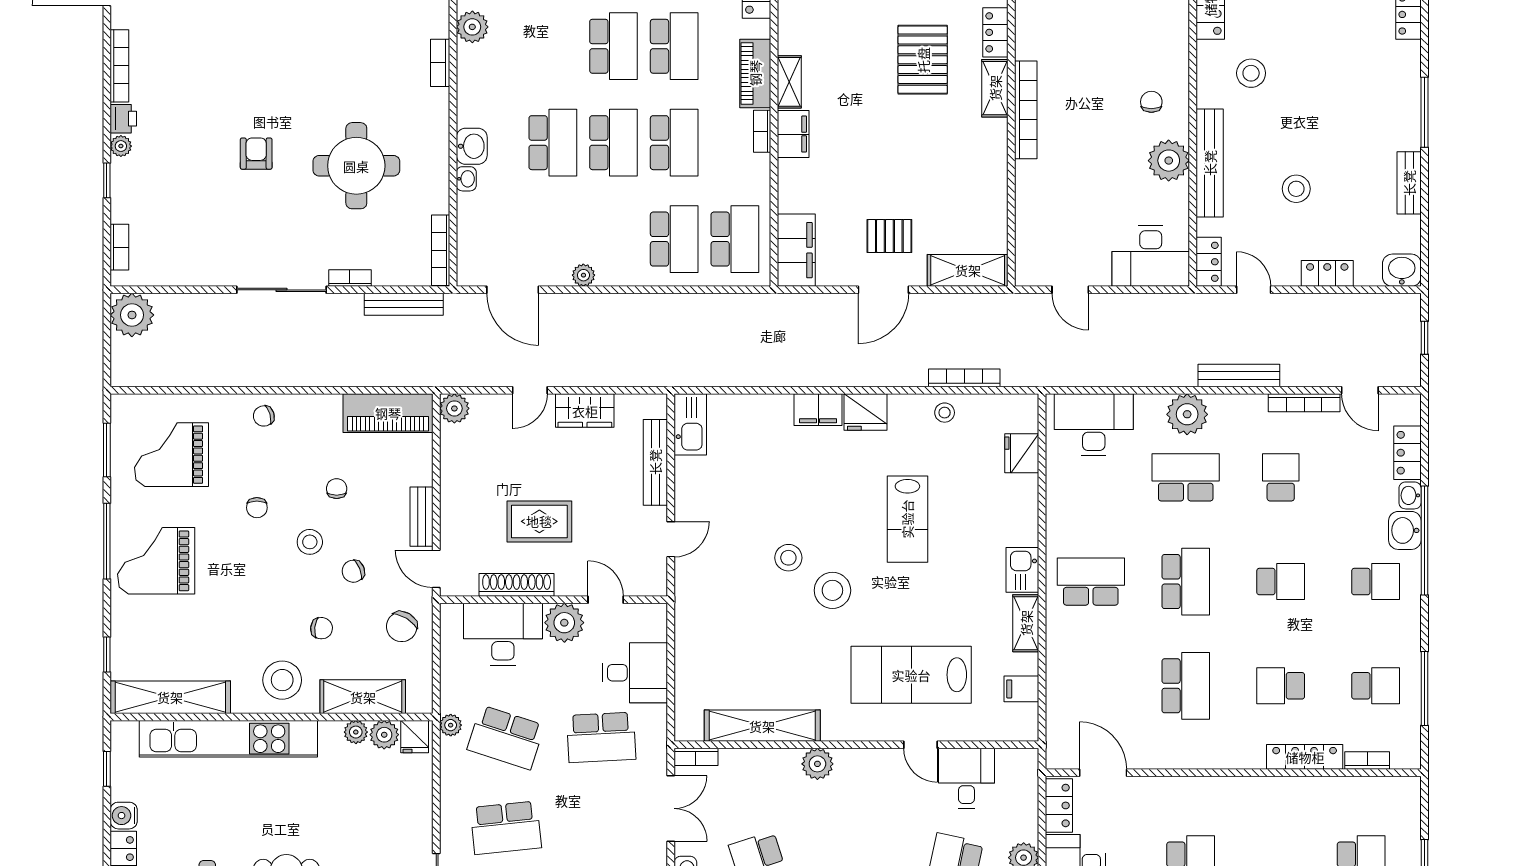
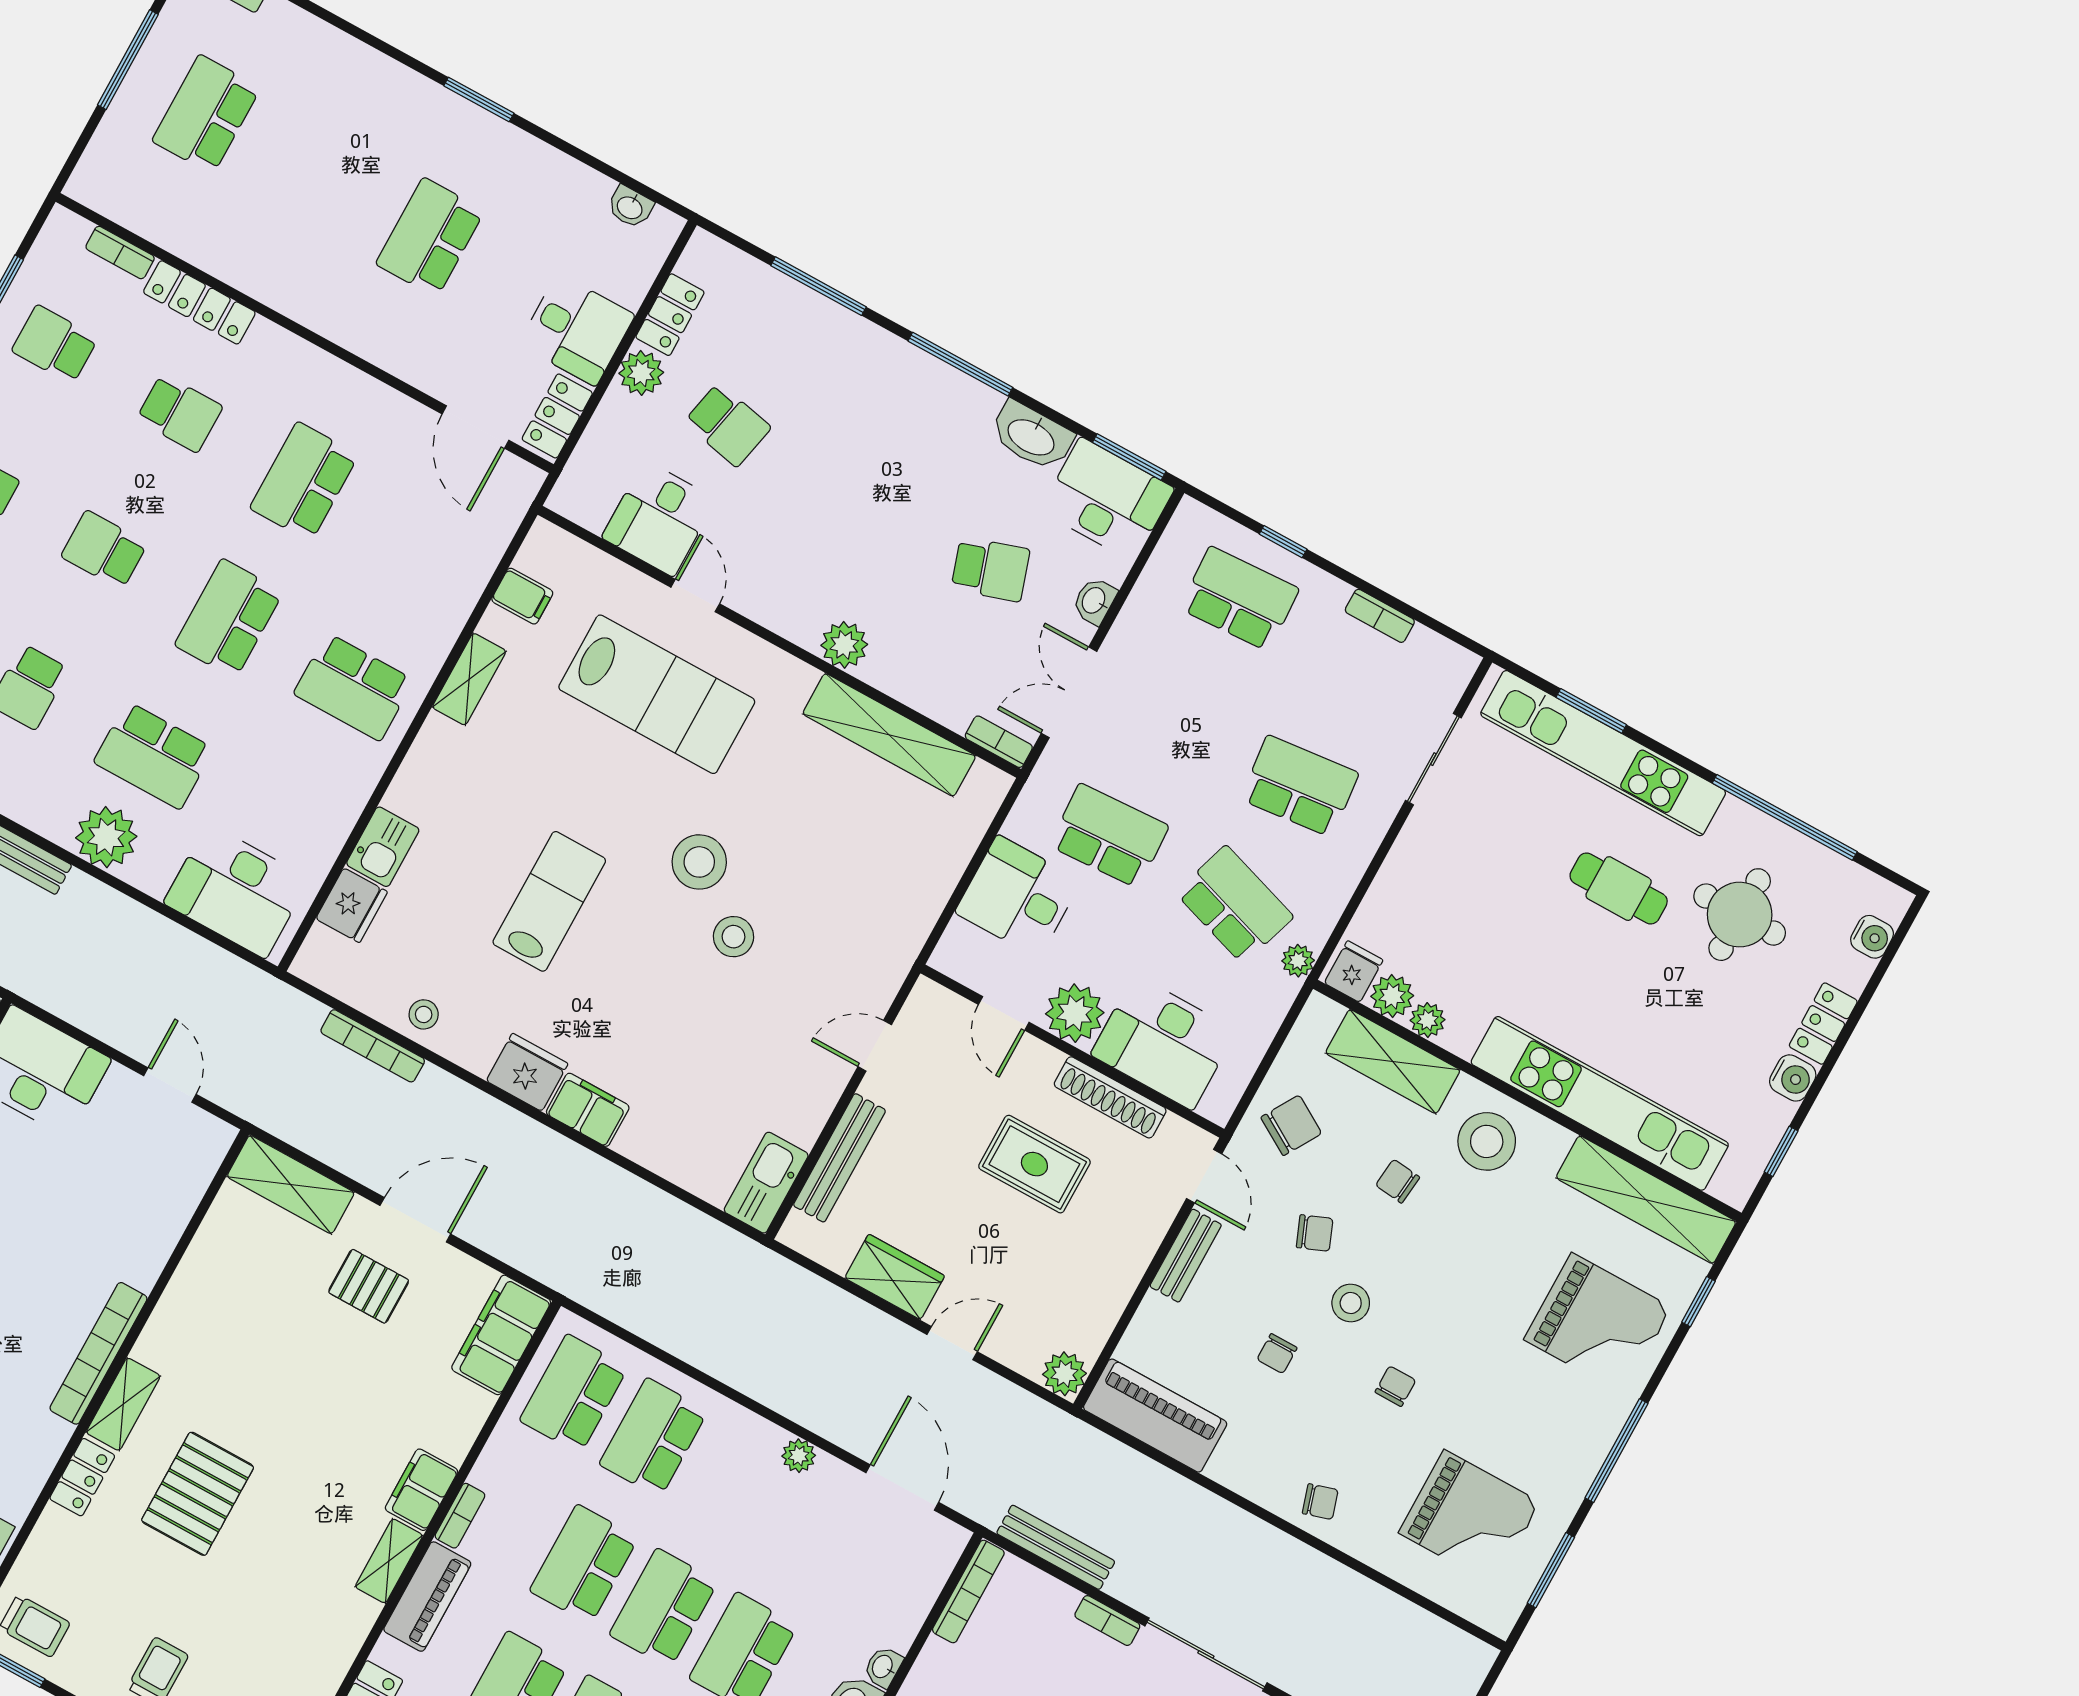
grand piano: (156, 561) -> (1598, 1324), moved
kitchen sink: (1022, 570) -> (383, 847), moved

